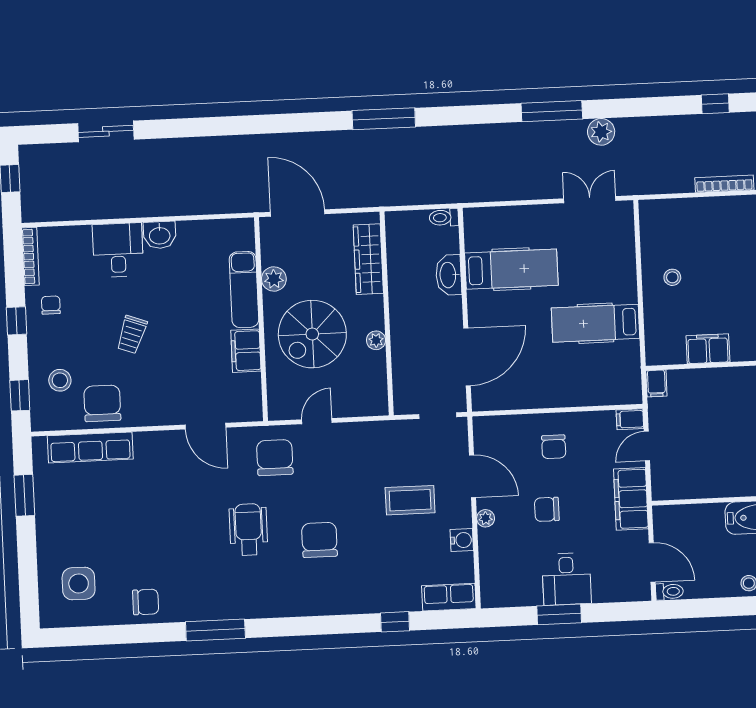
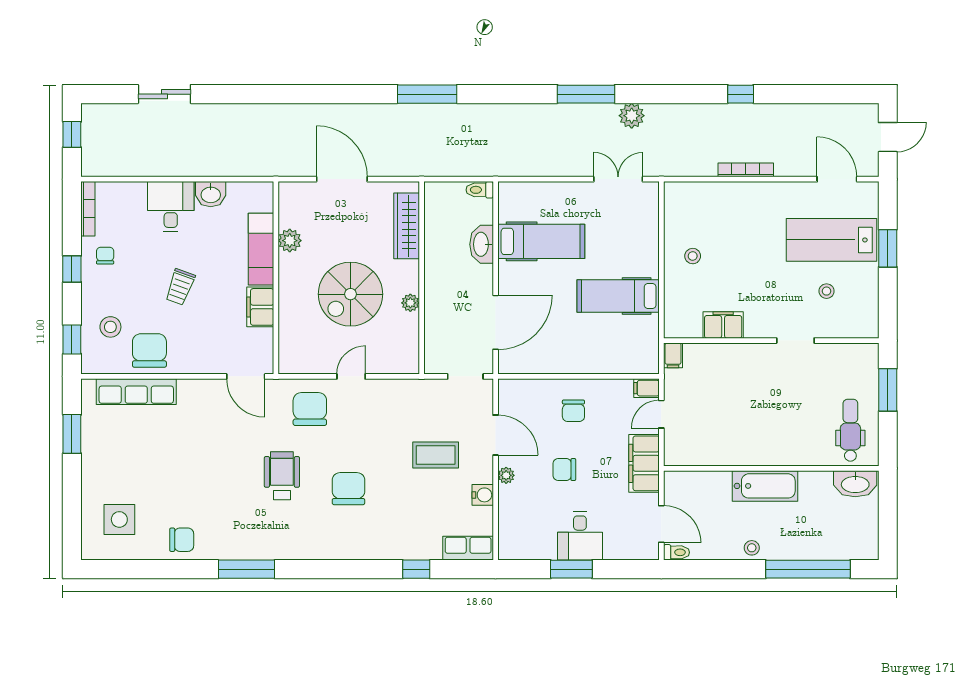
plant: (274, 279) -> (290, 241), moved
exam couch: (244, 290) -> (261, 249), moved
wall: (261, 319) -> (276, 278), moved
filing cabinet: (246, 351) -> (260, 307), moved

